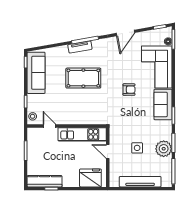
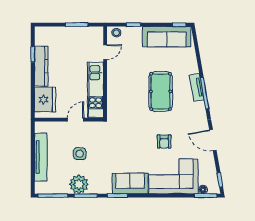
armchair: (129, 90) -> (164, 141), moved
kitchen counter: (45, 181) -> (41, 66), moved

